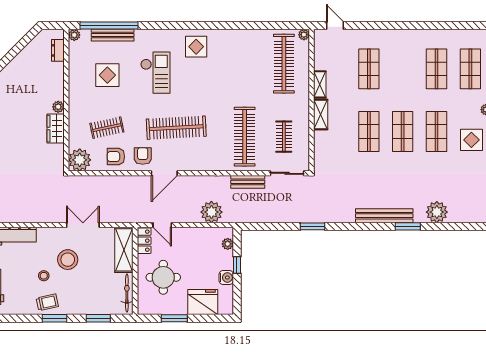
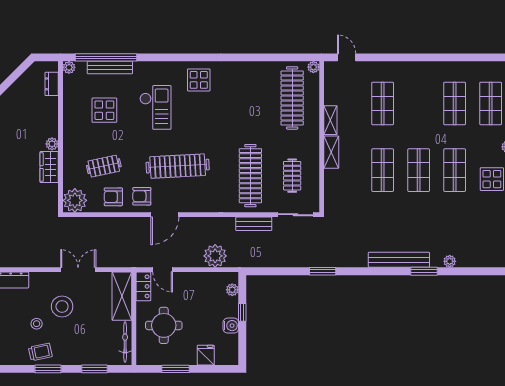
armchair: (143, 156) -> (142, 196), turned -90
plant: (437, 212) -> (450, 261), width x0.53, depth x0.53
fridge: (203, 302) -> (206, 355), width x0.53, depth x0.75

